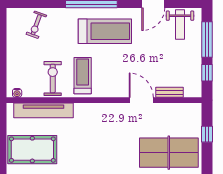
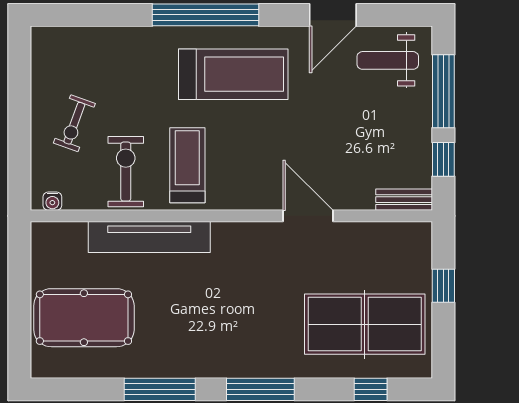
exercise bike: (36, 25) -> (74, 123), moved
weight bench: (180, 25) -> (388, 60), turned 90
bench: (170, 92) -> (404, 200), moved
tv unit: (43, 110) -> (149, 237), moved

